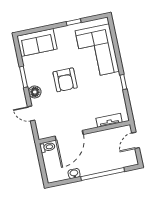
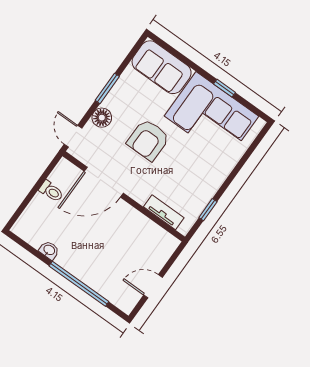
corner sofa: (97, 51) -> (211, 116), moved, turned -90
tv unit: (109, 120) -> (164, 212), moved
wall: (84, 132) -> (124, 196), moved
door: (69, 135) -> (104, 182), moved

